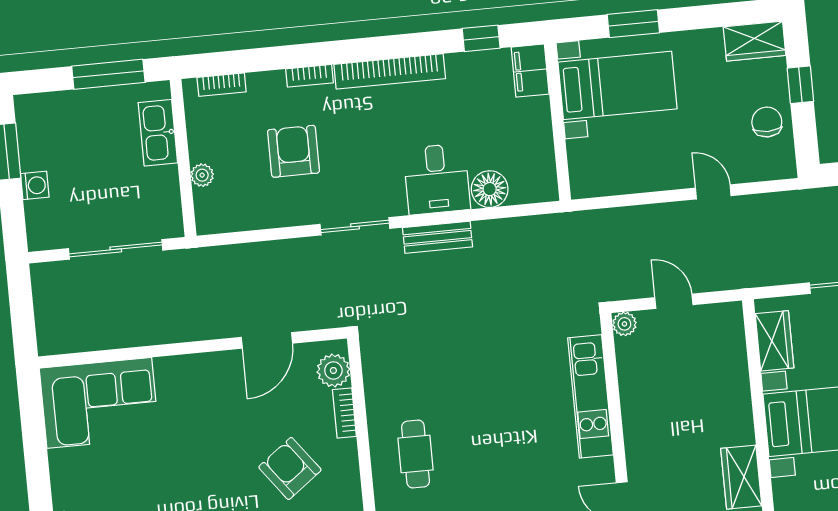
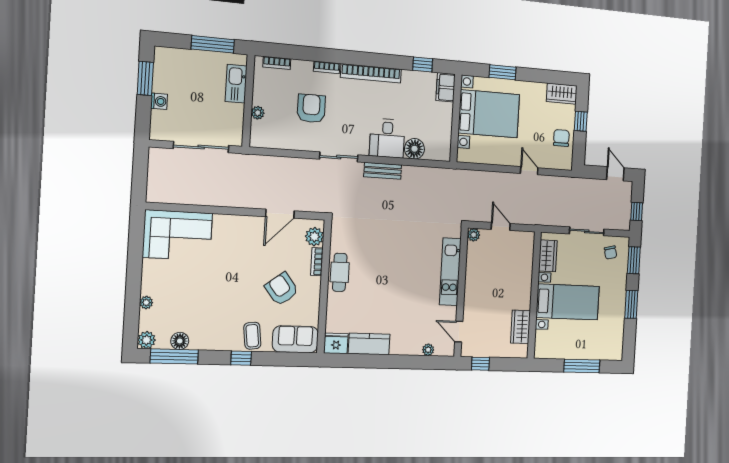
bed with nightstands: (617, 85) -> (489, 114), width x1.36
cafe table: (416, 454) -> (340, 272), moved

